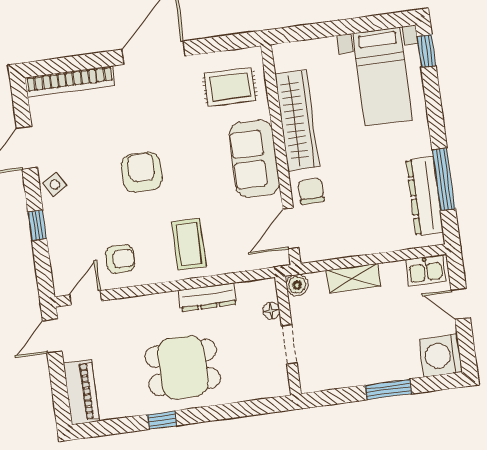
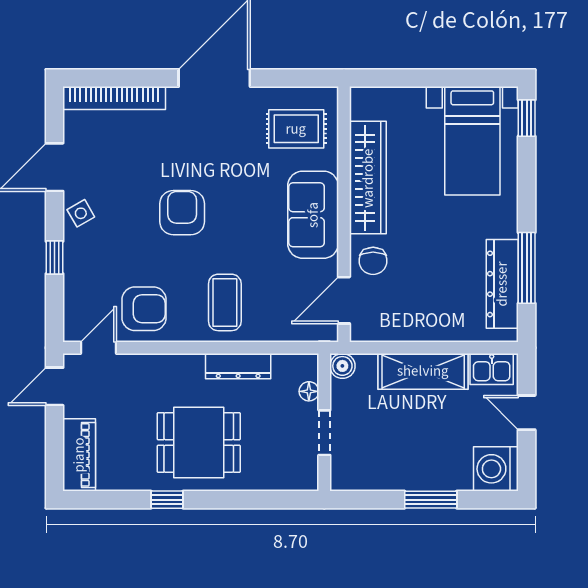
chair: (311, 191) -> (373, 261), turned 180
armchair: (120, 259) -> (144, 309), width x1.38, depth x1.38
shelving: (354, 278) -> (423, 371), width x1.50, depth x1.33

